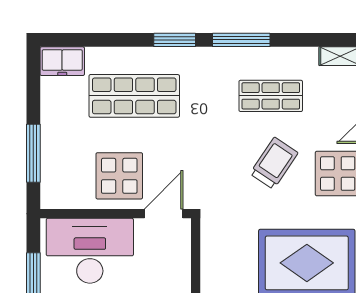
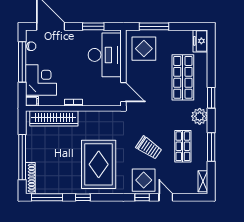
window: (241, 40) -> (211, 147), moved
plant: (212, 63) -> (200, 116), added
display table: (119, 176) -> (144, 49), moved

